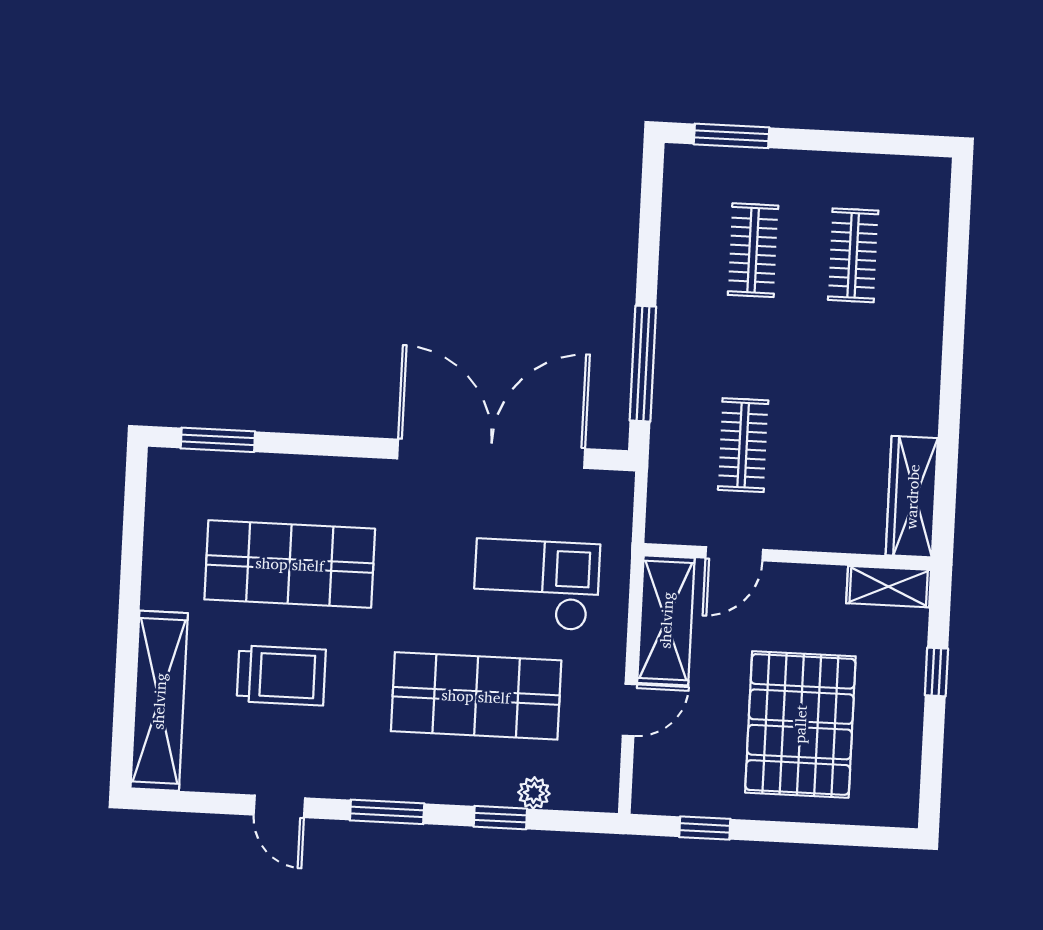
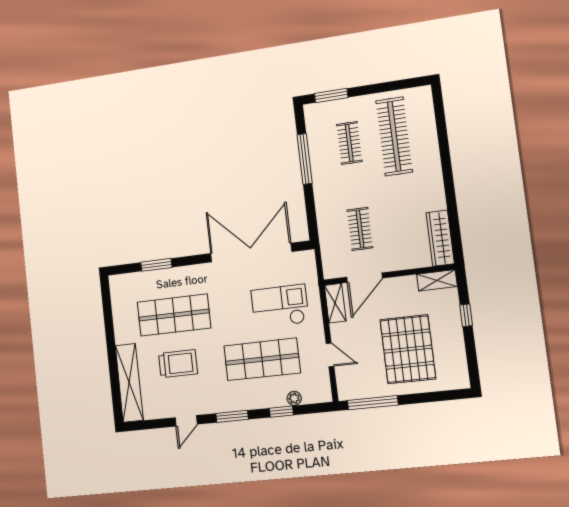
clothes rail: (853, 255) -> (394, 136), width x1.86, depth x1.31
window: (643, 364) -> (305, 159), moved
window: (218, 440) -> (156, 265), moved
door: (734, 554) -> (364, 278), width x1.38
shelving: (666, 620) -> (335, 303), width x0.67, depth x0.75
door: (630, 710) -> (330, 355), hinge flipped
door: (279, 806) -> (186, 421), hinge flipped
window: (705, 828) -> (373, 403), width x2.17

